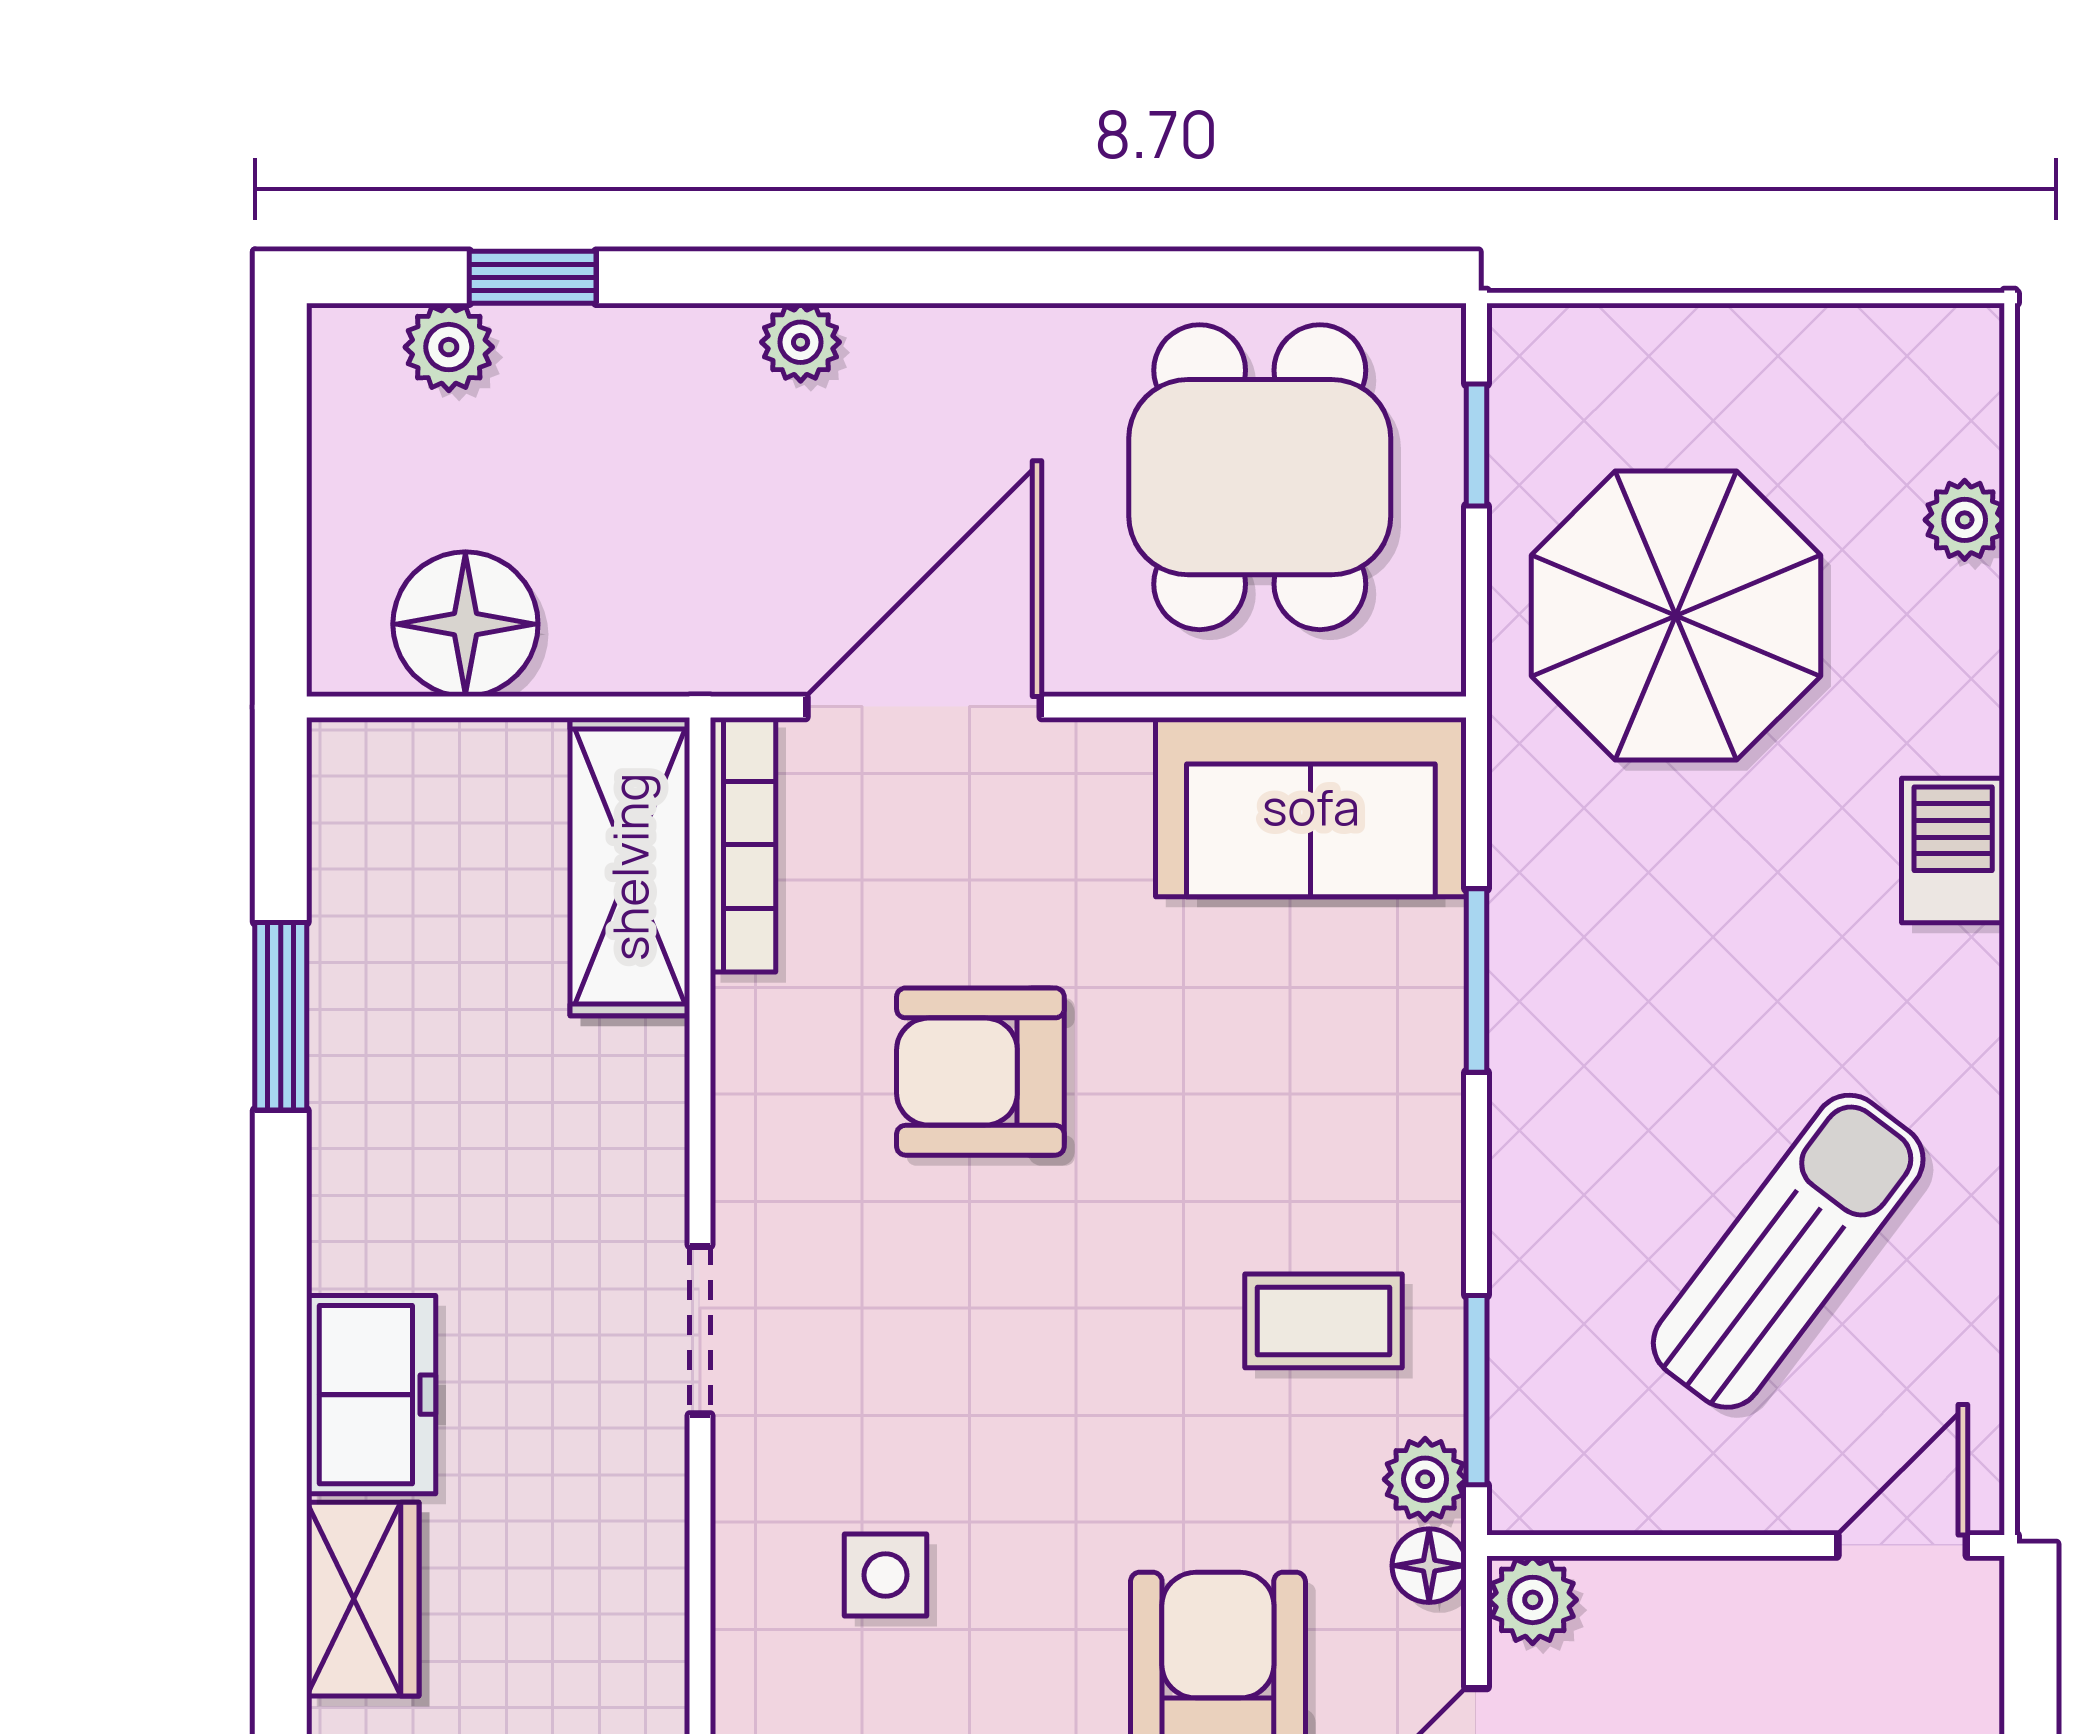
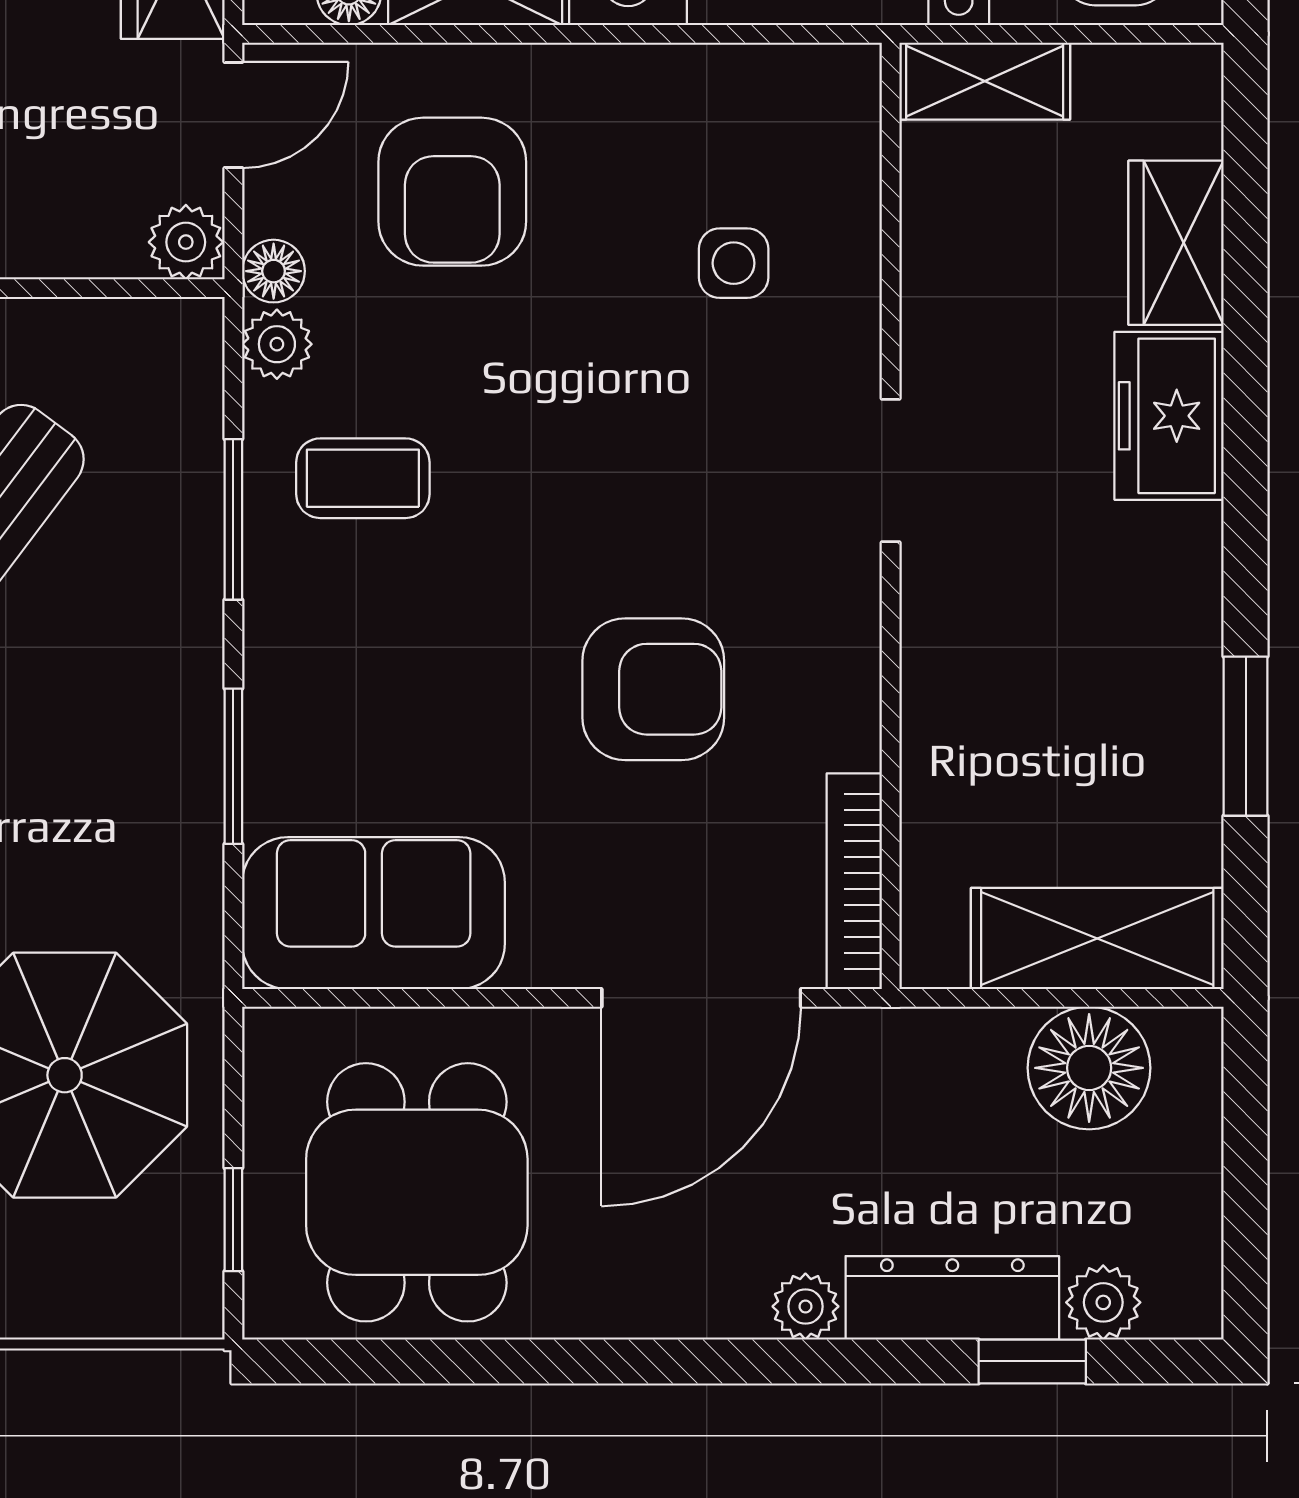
dresser: (627, 353) -> (952, 1298), added
shelving: (630, 867) -> (1097, 939), moved, turned 90
window: (1476, 1390) -> (233, 519), moved

